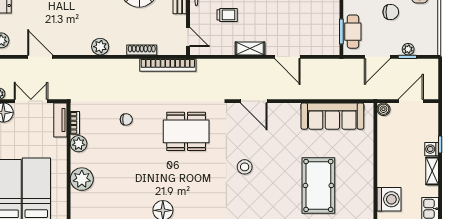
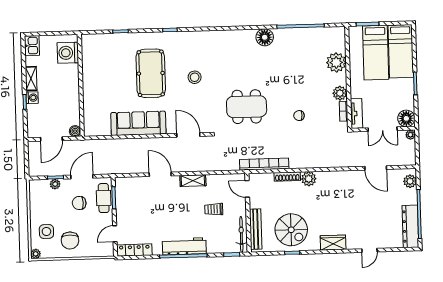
chair: (391, 12) -> (79, 203), moved
plant: (100, 47) -> (309, 179), moved
sofa: (332, 116) -> (138, 123), moved
pool table: (318, 185) -> (151, 73), moved

